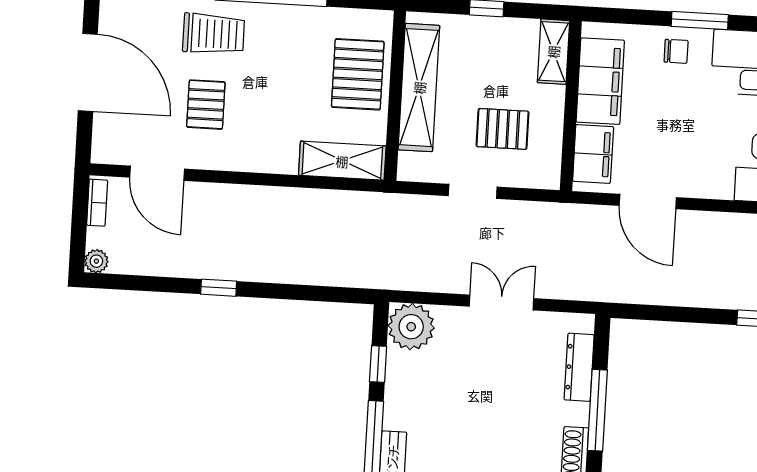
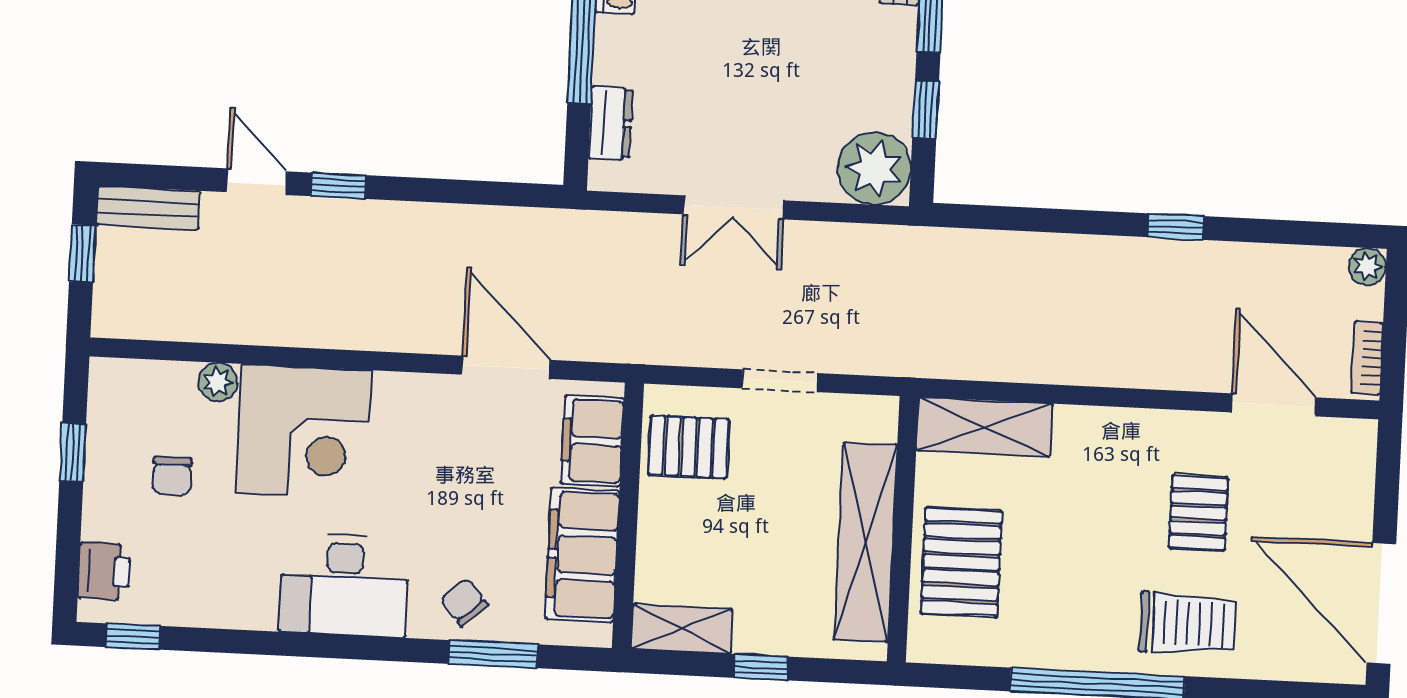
window: (700, 20) -> (493, 654), moved
trolley: (214, 34) -> (1187, 624), turned 180
chair: (676, 51) -> (464, 602), turned 49
shelving: (553, 52) -> (682, 629), moved, turned 90
door: (88, 72) -> (1381, 604), moved
pallet: (503, 129) -> (689, 447), moved
dresser: (579, 367) -> (611, 123), width x0.70

